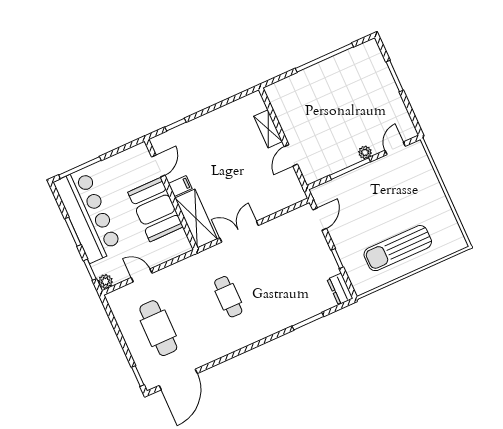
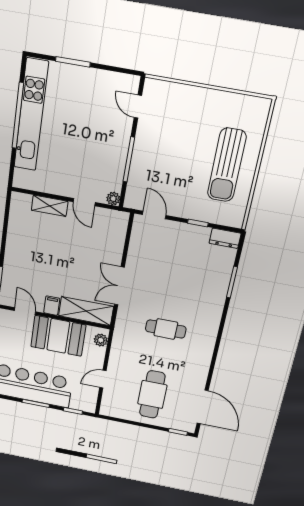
kitchen unit: (332, 68) -> (31, 115), added
plant: (365, 152) -> (113, 199), moved
plant: (105, 281) -> (101, 340), moved
cafe table: (158, 328) -> (152, 395), turned 90

